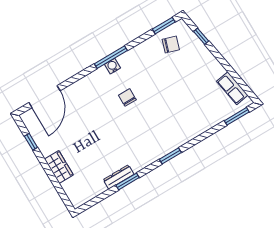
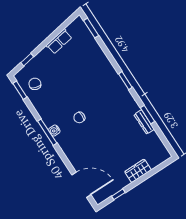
row of seats: (232, 88) -> (59, 41), moved

